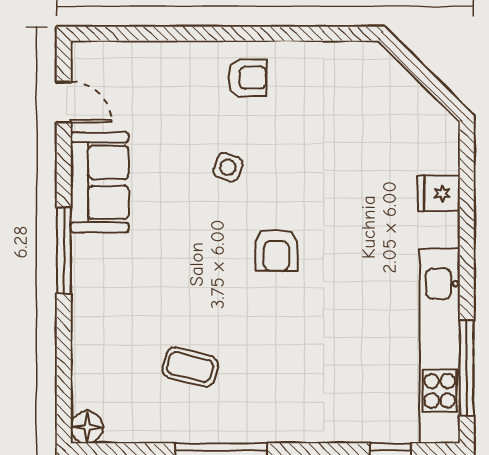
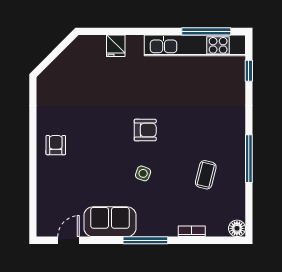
side table: (228, 167) -> (143, 173), moved
bookcase: (81, 340) -> (192, 231), added

